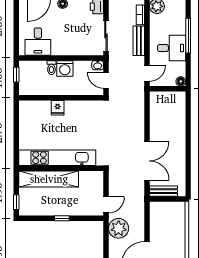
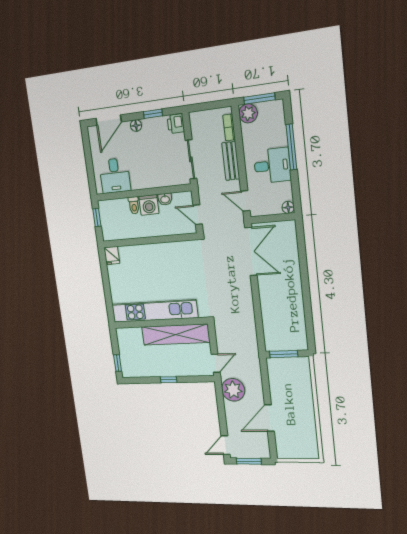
washbasin: (98, 65) -> (165, 199), moved
door: (147, 73) -> (245, 201), swing flipped
fridge: (58, 108) -> (112, 255), moved
double door: (147, 161) -> (251, 251), moved
shelving: (49, 179) -> (176, 335), moved
bench: (163, 191) -> (281, 345), removed
window: (165, 199) -> (284, 354), added

